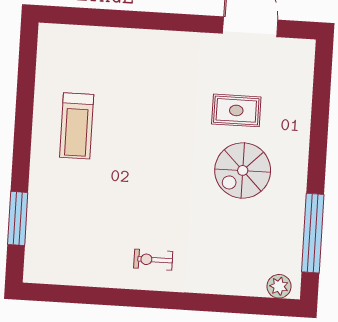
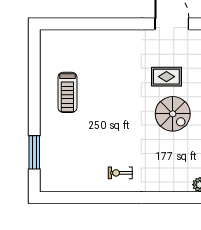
spiral stairs: (243, 170) -> (173, 114), turned -90

